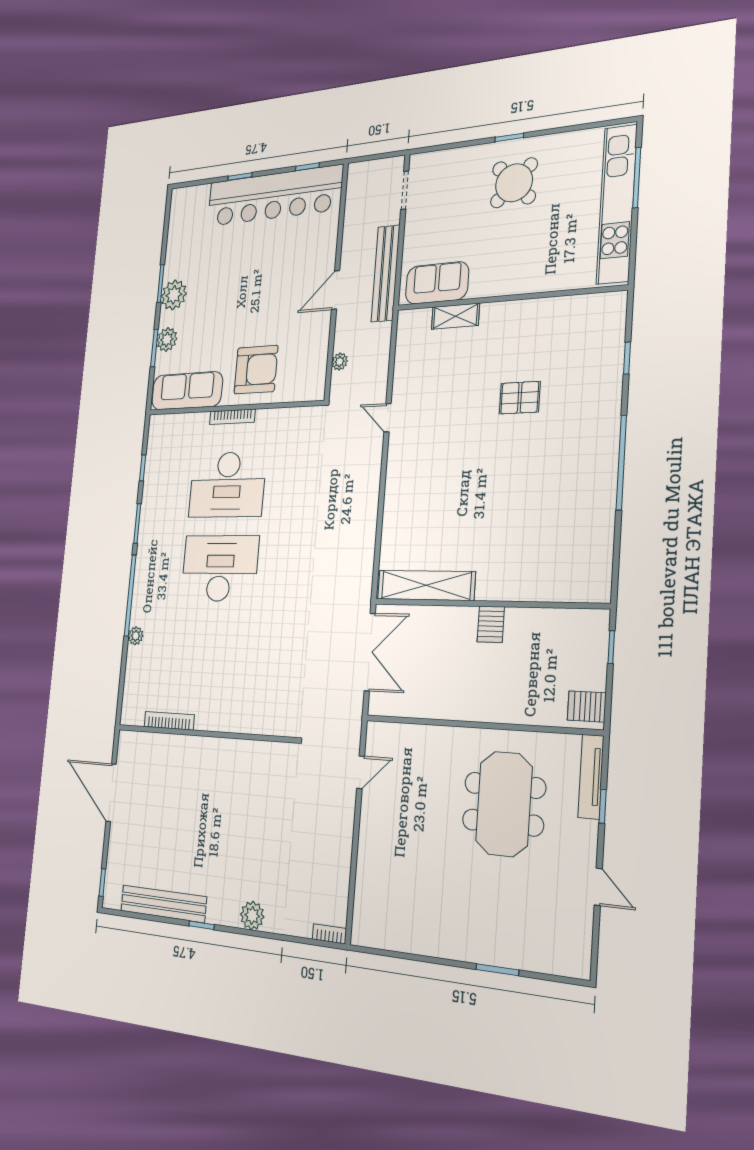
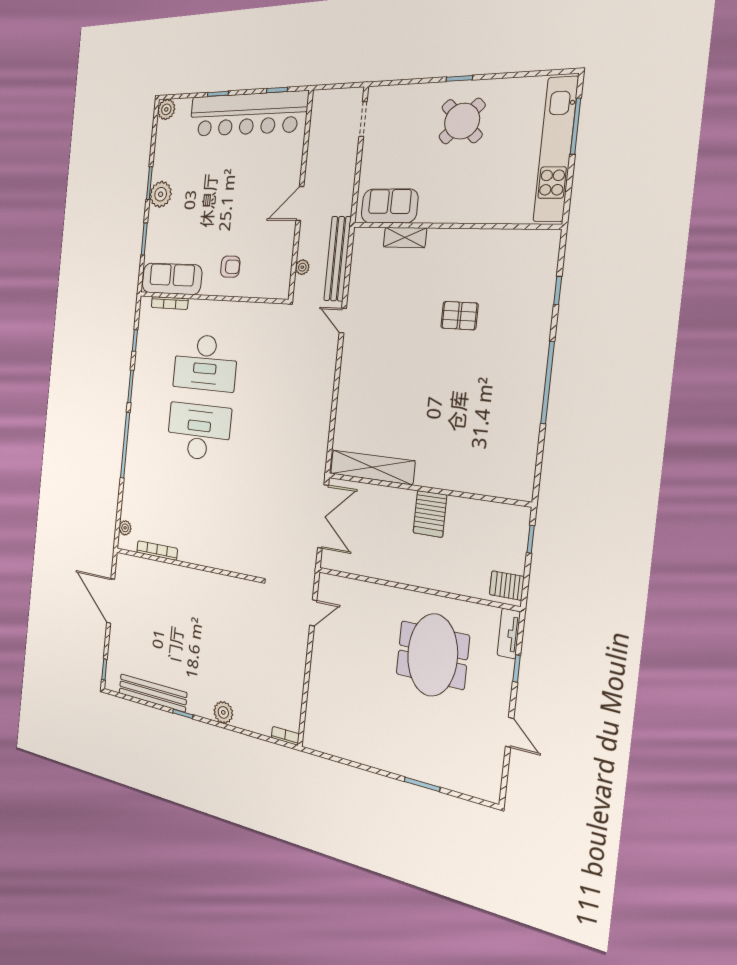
bench: (386, 273) -> (338, 259), moved
plant: (167, 339) -> (166, 109), moved
armchair: (256, 370) -> (230, 267), width x0.53, depth x0.53
bookcase: (232, 417) -> (170, 303), moved
server rack: (491, 624) -> (430, 514), width x1.36, depth x1.44
plant: (136, 636) -> (125, 528), moved
tv unit: (591, 777) -> (509, 633), width x0.71

